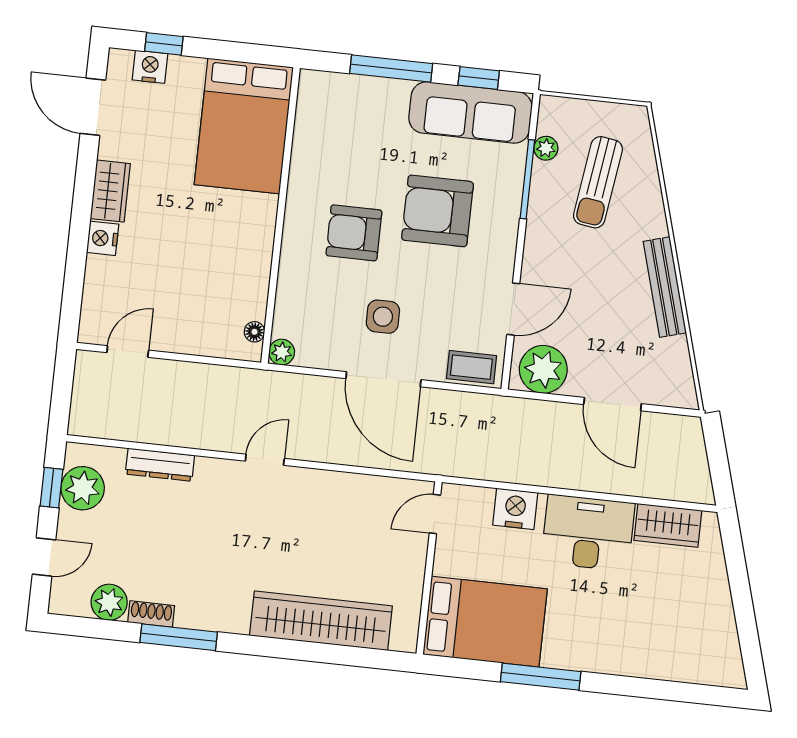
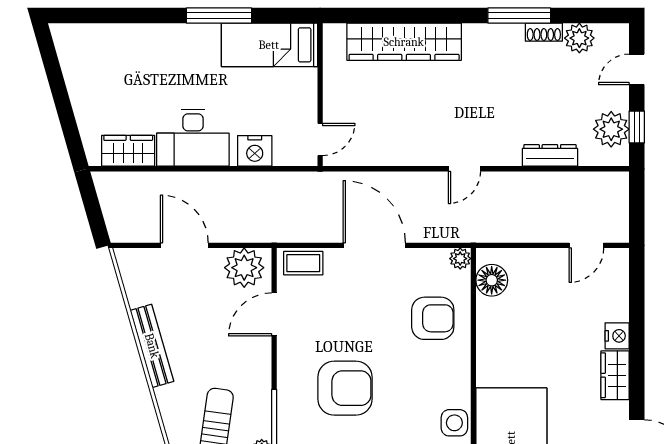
armchair: (354, 233) -> (433, 318), moved
side table: (383, 317) -> (454, 423), moved
floor lamp: (254, 332) -> (492, 280), width x1.89, depth x1.89
bed: (485, 622) -> (269, 45), width x0.67

